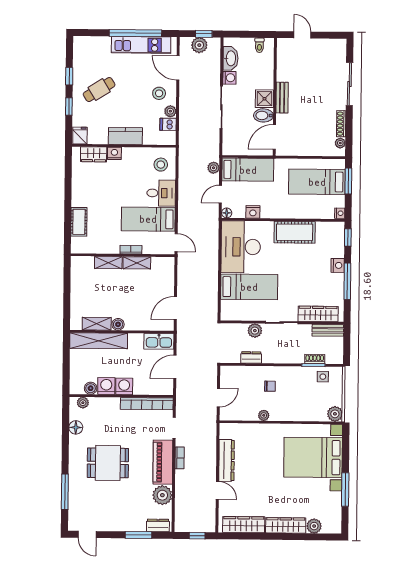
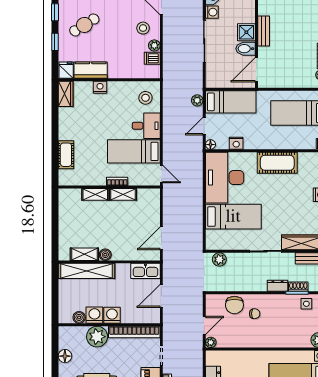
kitchen counter: (125, 136) -> (91, 70), moved
wardrobe: (94, 154) -> (66, 94), moved, turned -90
plant: (255, 331) -> (219, 259), moved
dresser: (251, 357) -> (278, 286), moved
chair: (249, 377) -> (234, 305), added
plant: (83, 403) -> (97, 337), moved, width x1.88, depth x1.88
plant: (264, 415) -> (211, 342), moved

